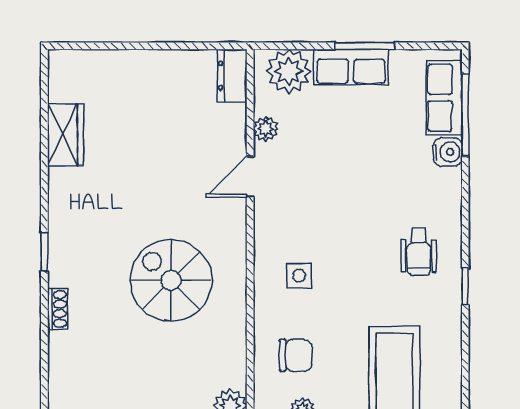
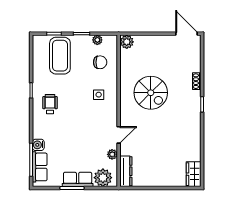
dresser: (232, 75) -> (126, 171), width x1.44
wardrobe: (65, 135) -> (194, 174), moved
chair: (296, 355) -> (100, 62), turned 180

